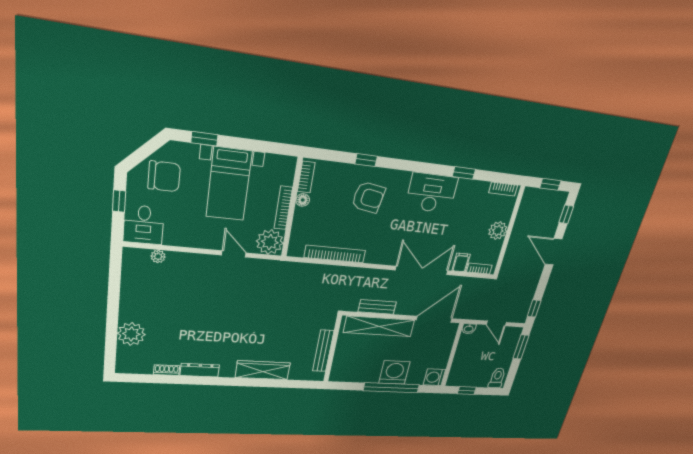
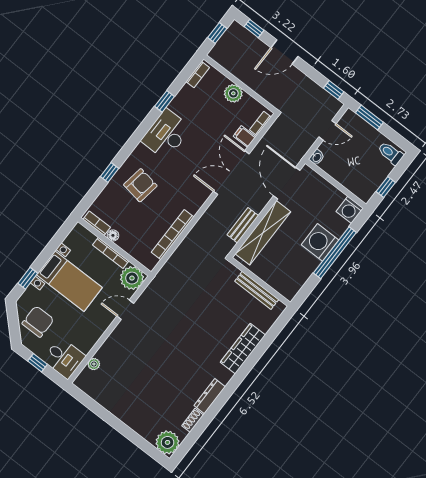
plant: (131, 334) -> (168, 442), moved

